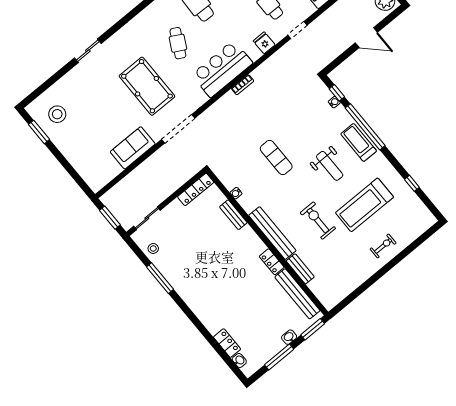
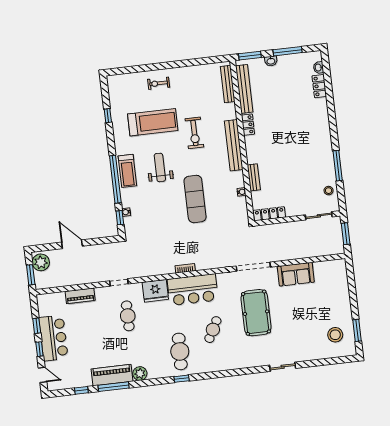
fridge: (264, 43) -> (155, 291), width x1.88, depth x1.34
exercise mat: (276, 158) -> (195, 199), width x1.36, depth x1.45
bench: (300, 269) -> (228, 84), moved, width x1.36

